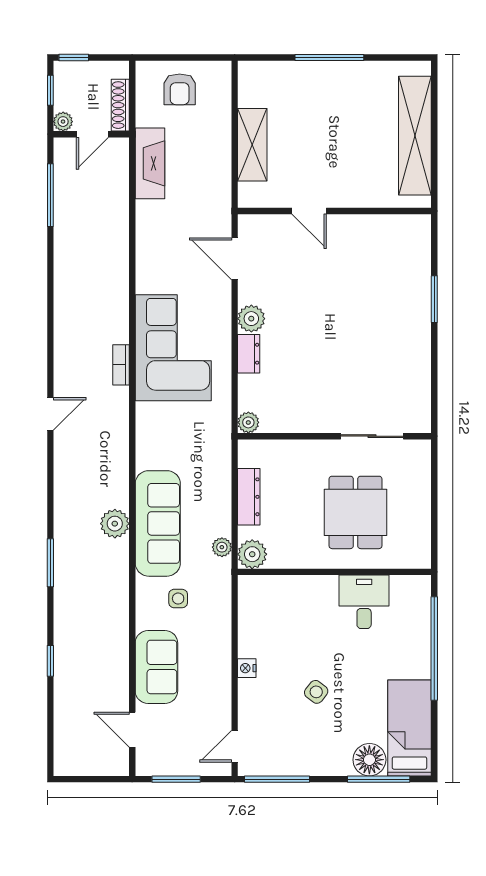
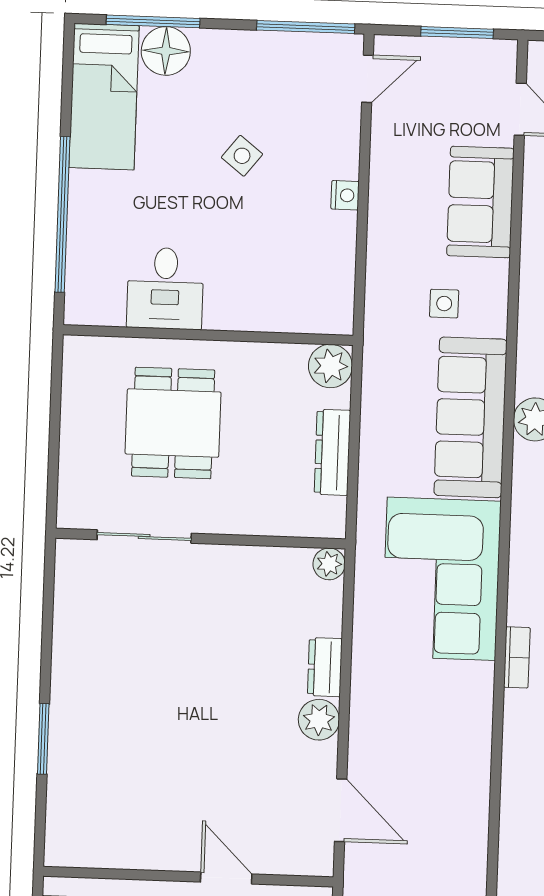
corner sofa: (173, 348) -> (441, 579), moved
plant: (222, 547) -> (376, 378), removed

